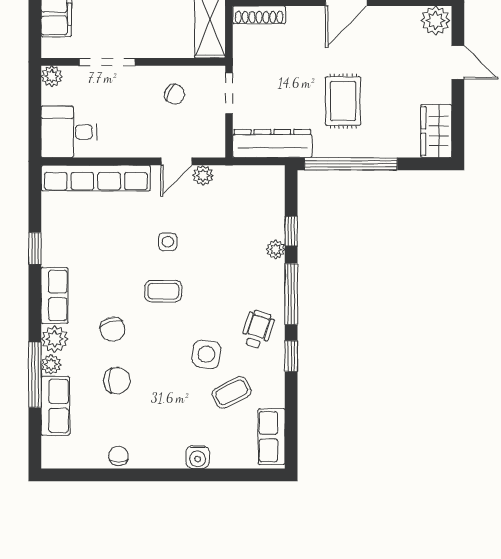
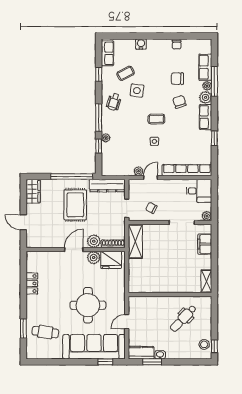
plant: (436, 20) -> (94, 241), moved
rug: (343, 101) -> (75, 205), width x1.36, depth x1.43
window: (291, 356) -> (99, 74), moved

